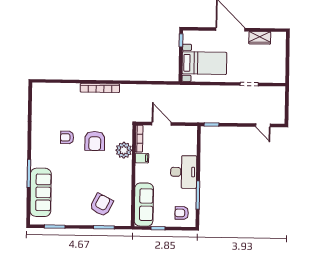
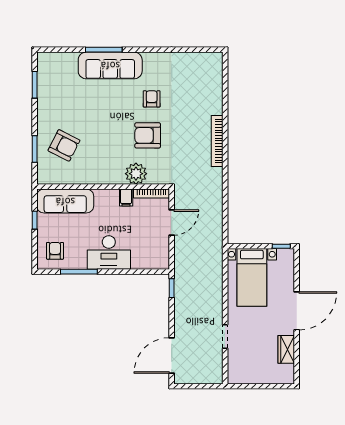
door: (263, 125) -> (172, 355), width x1.87
sofa: (41, 192) -> (110, 65), moved

